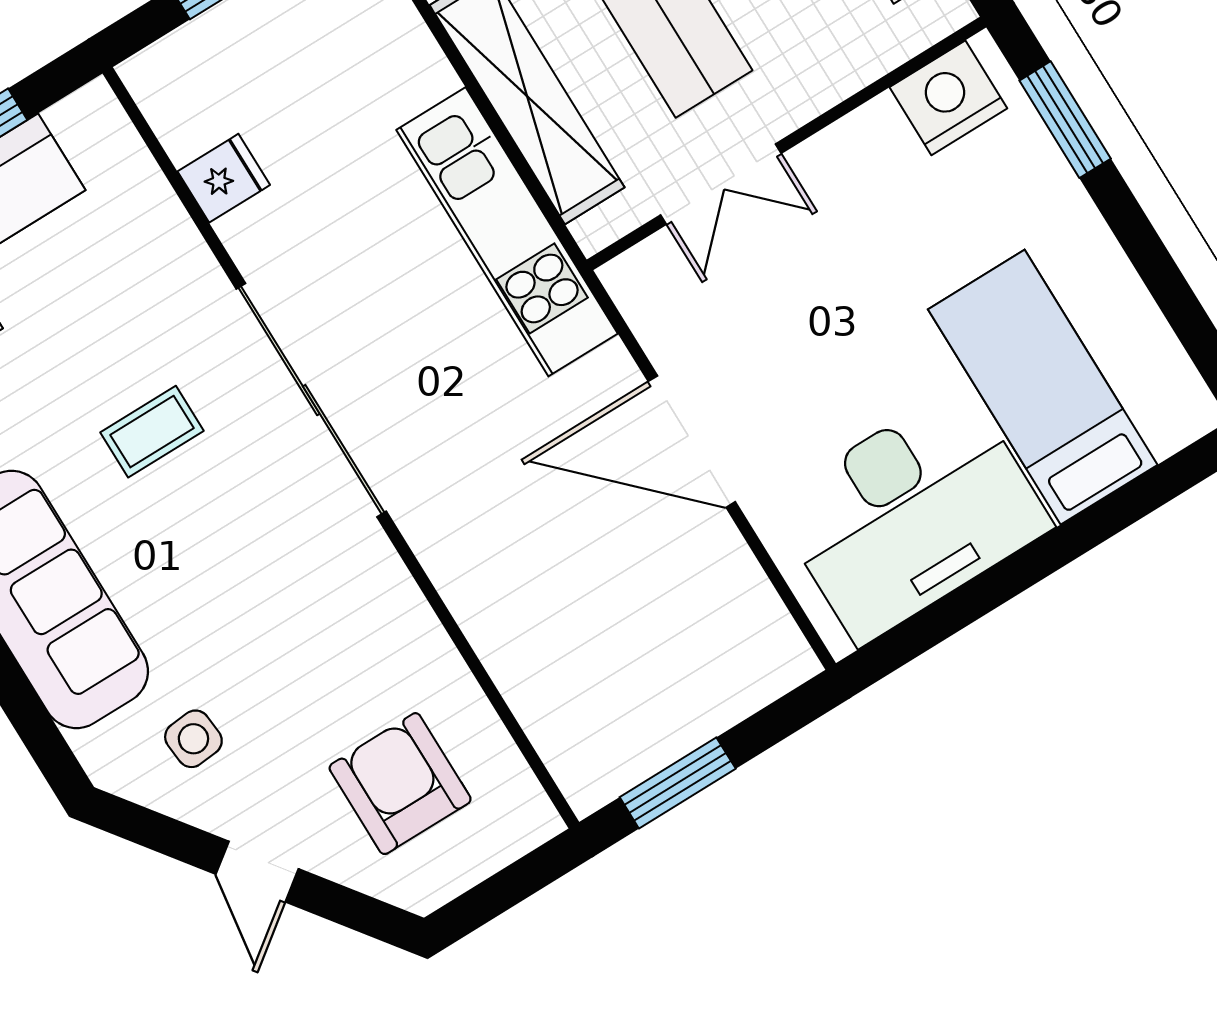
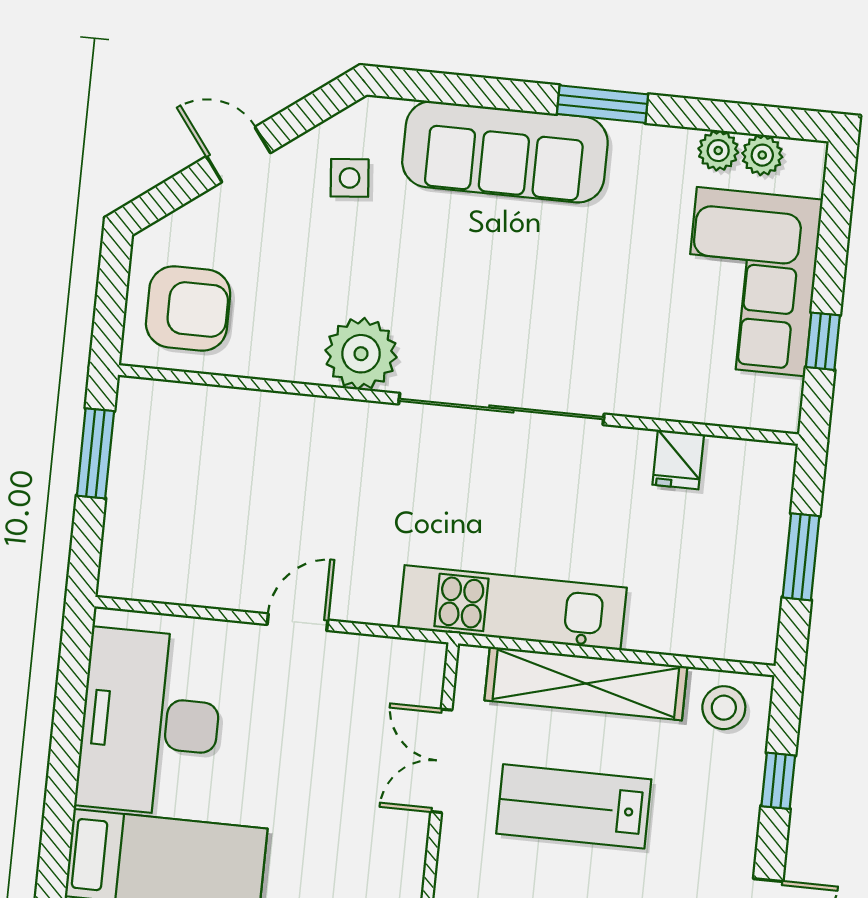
coffee table: (152, 432) -> (557, 297), removed
door: (692, 442) -> (297, 622), width x0.53
plant: (365, 588) -> (361, 354), added
armchair: (400, 784) -> (188, 309), moved

